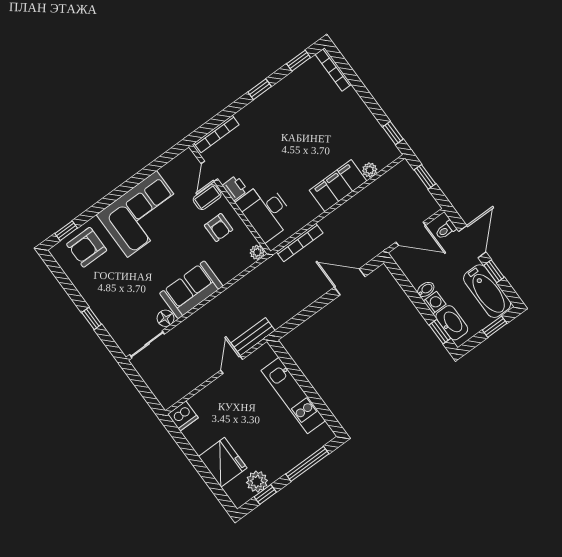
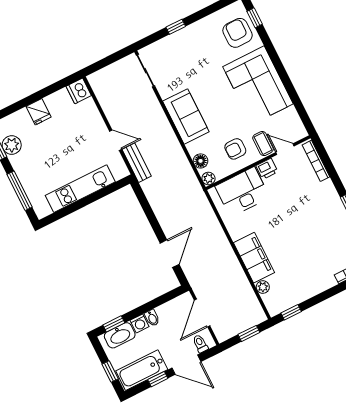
bookcase: (300, 243) -> (211, 216), removed
floor lamp: (166, 318) -> (201, 161), moved
fridge: (223, 462) -> (39, 112), width x0.53, depth x0.75

